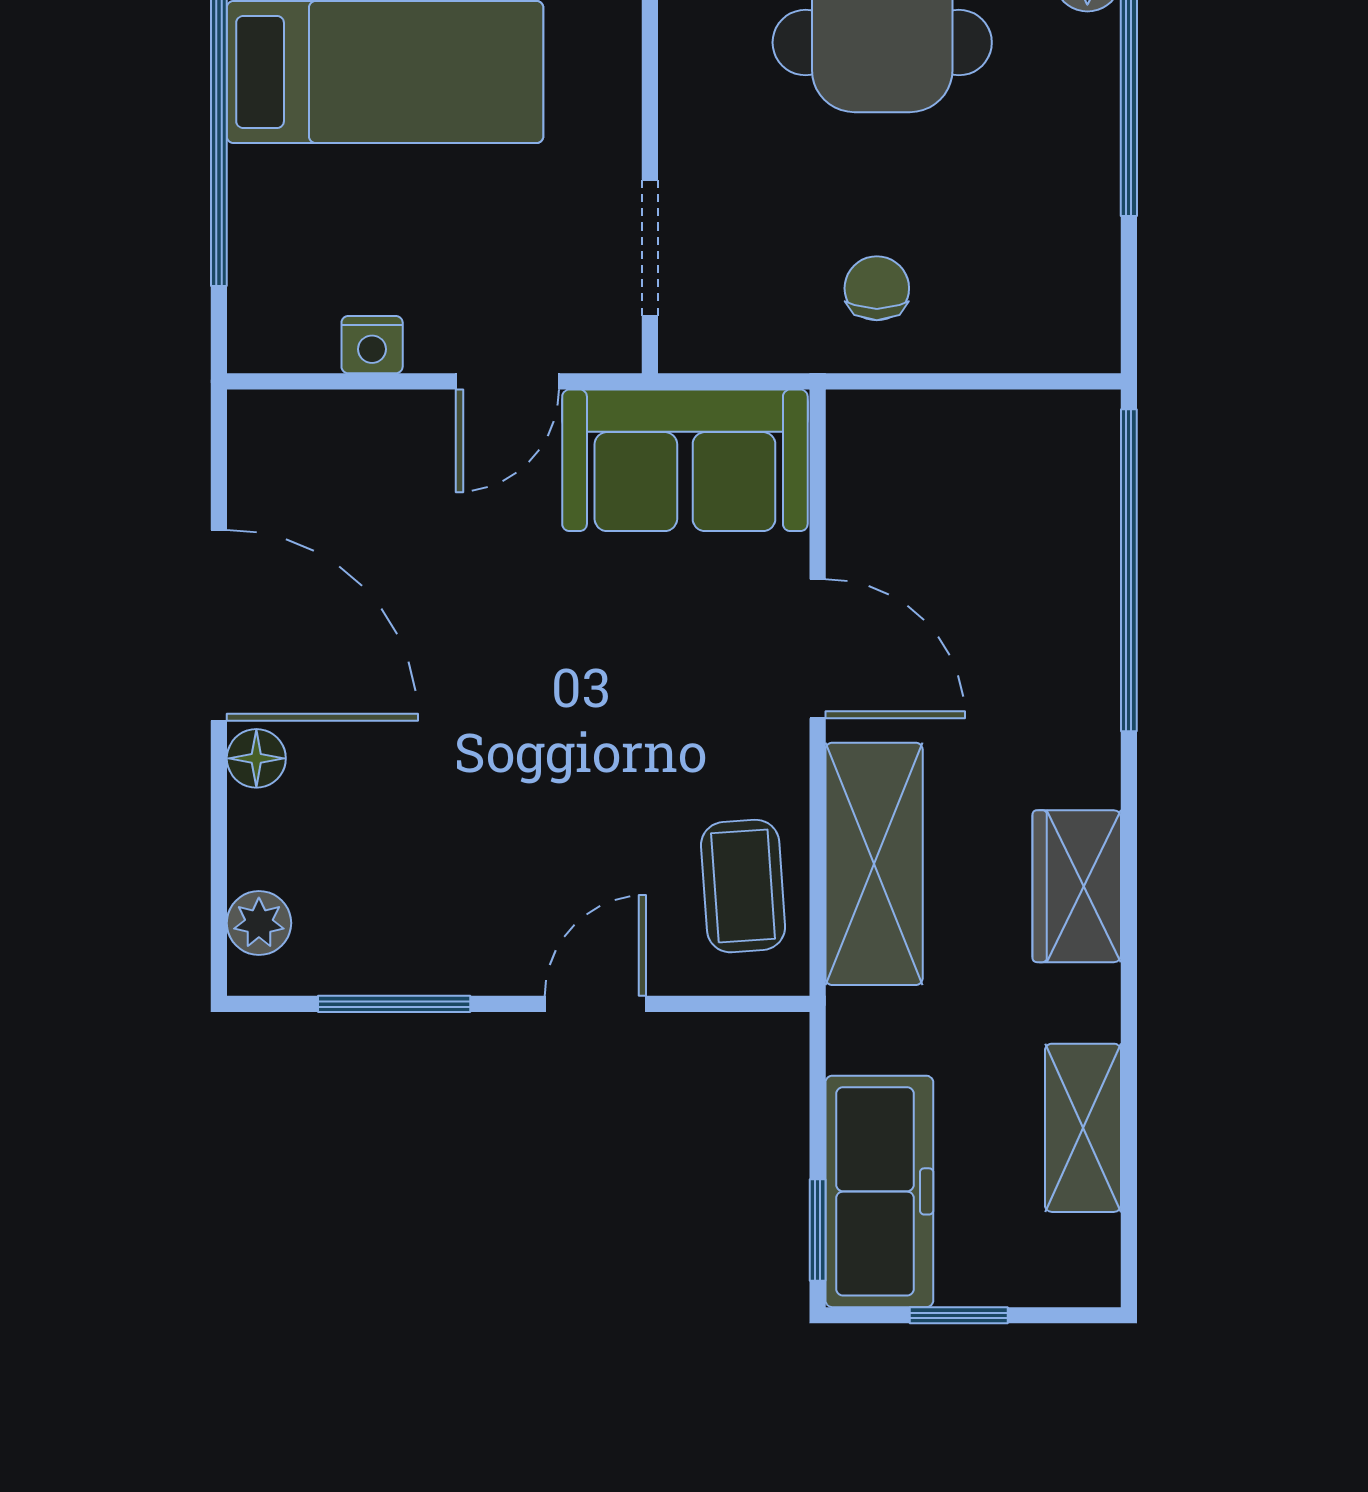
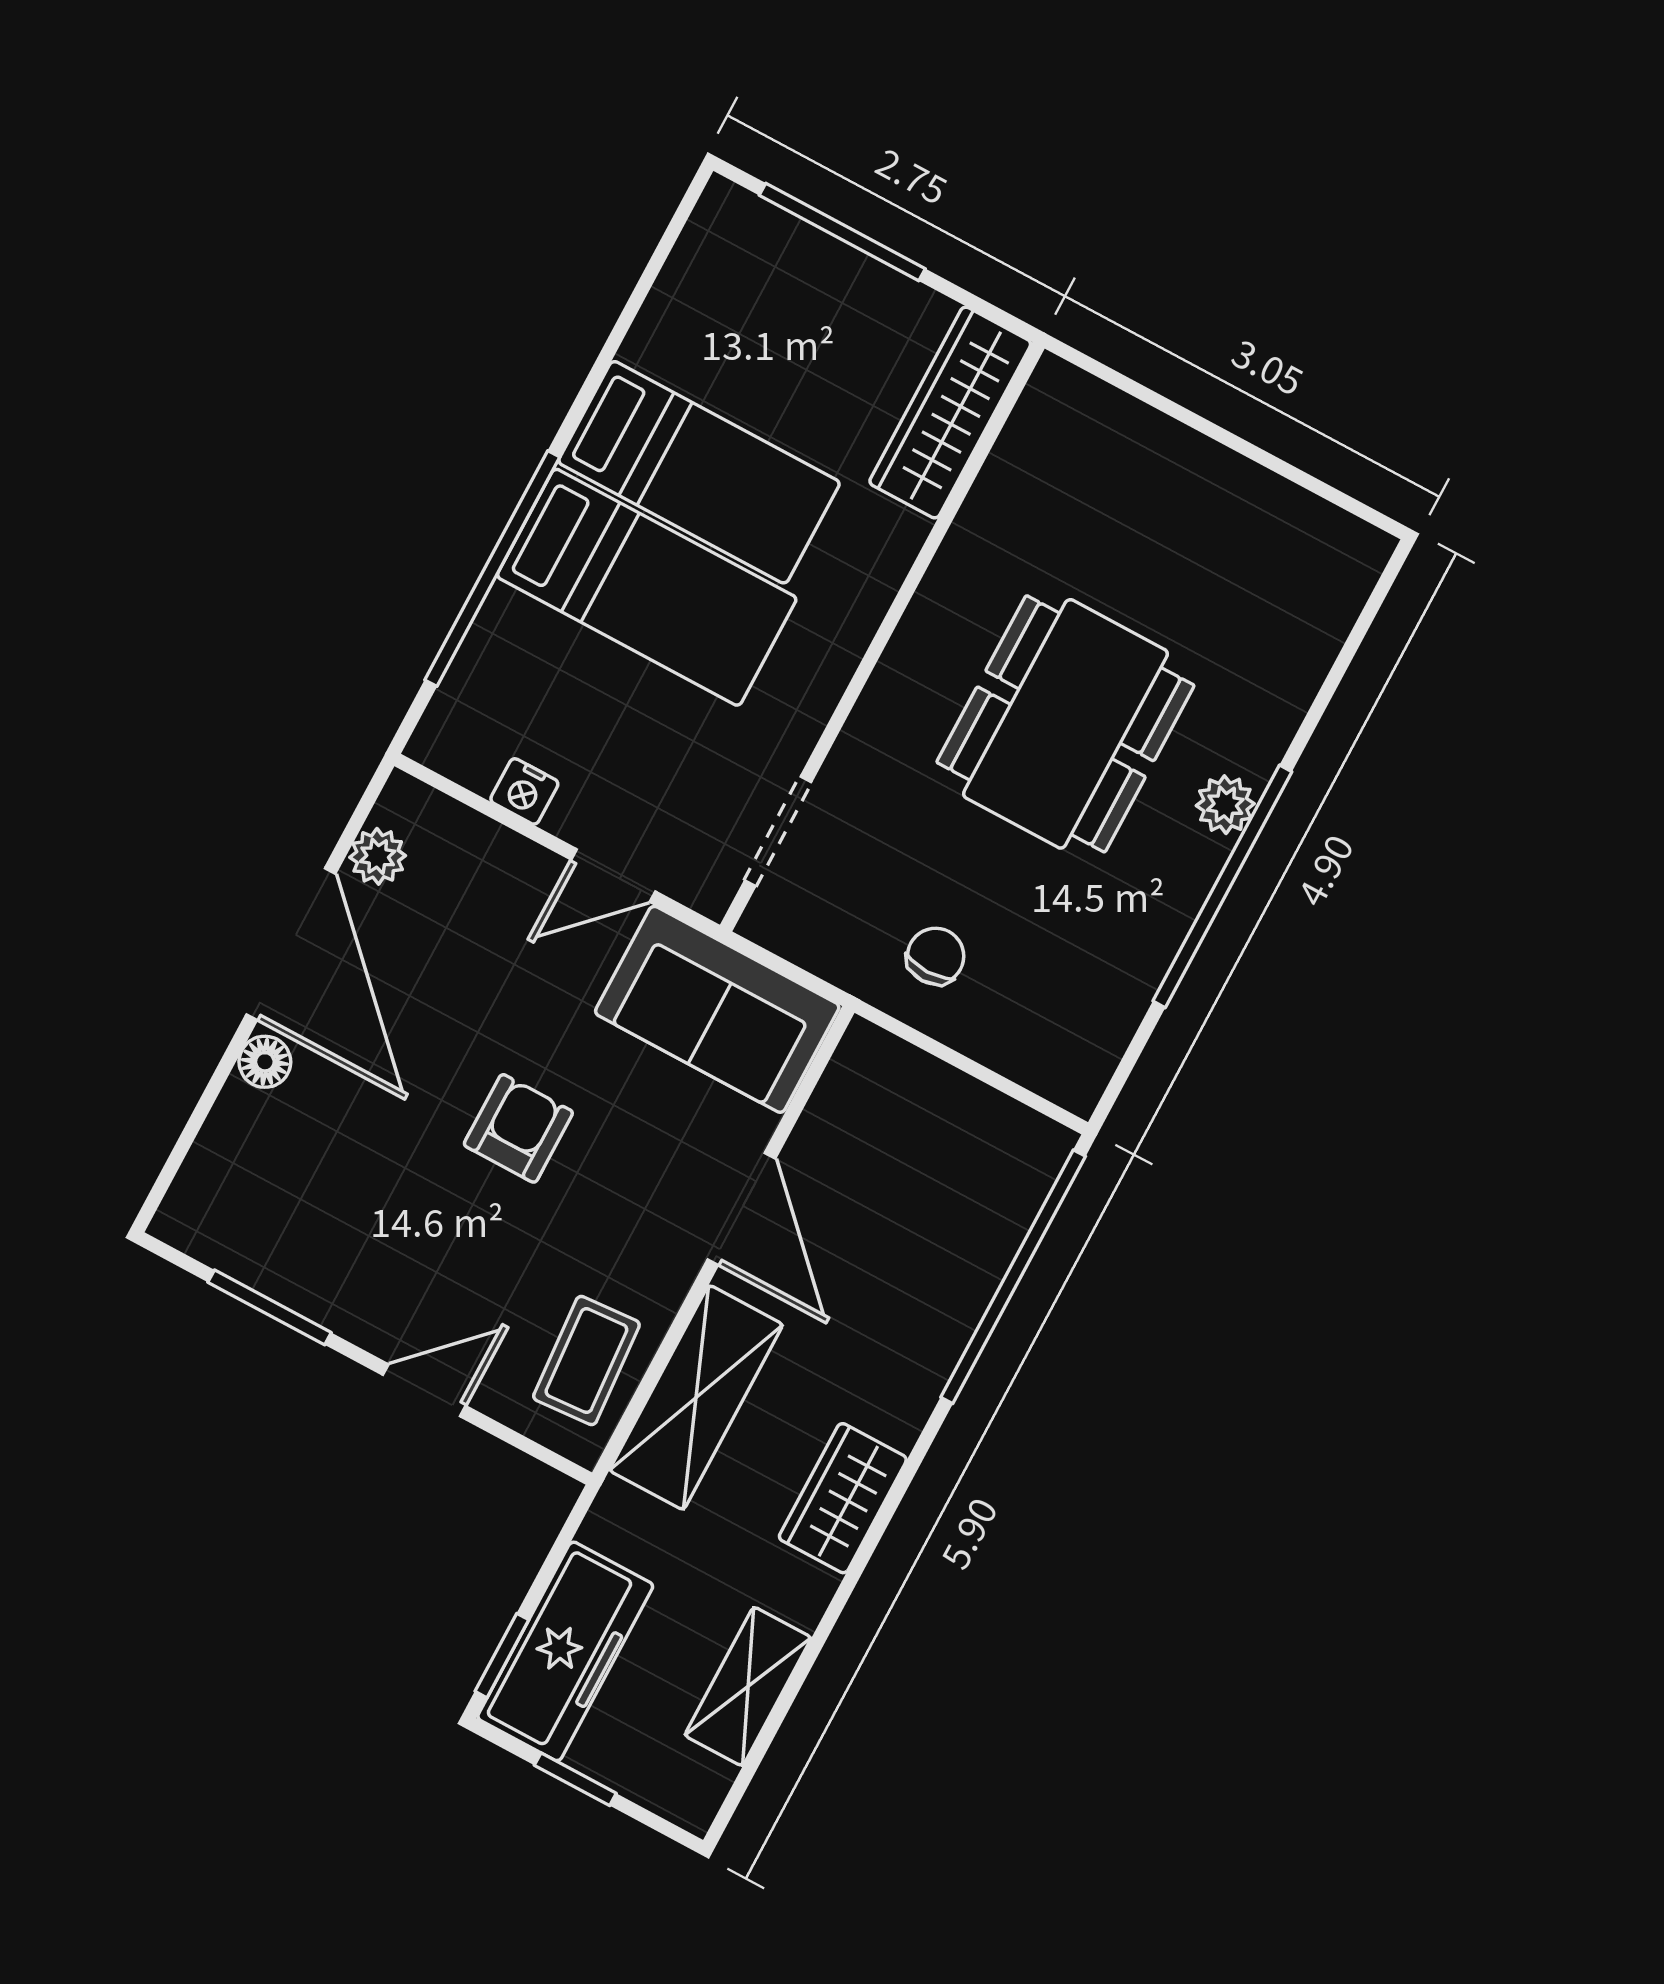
armchair: (549, 688) -> (518, 1128), added
plant: (259, 923) -> (378, 856), moved

